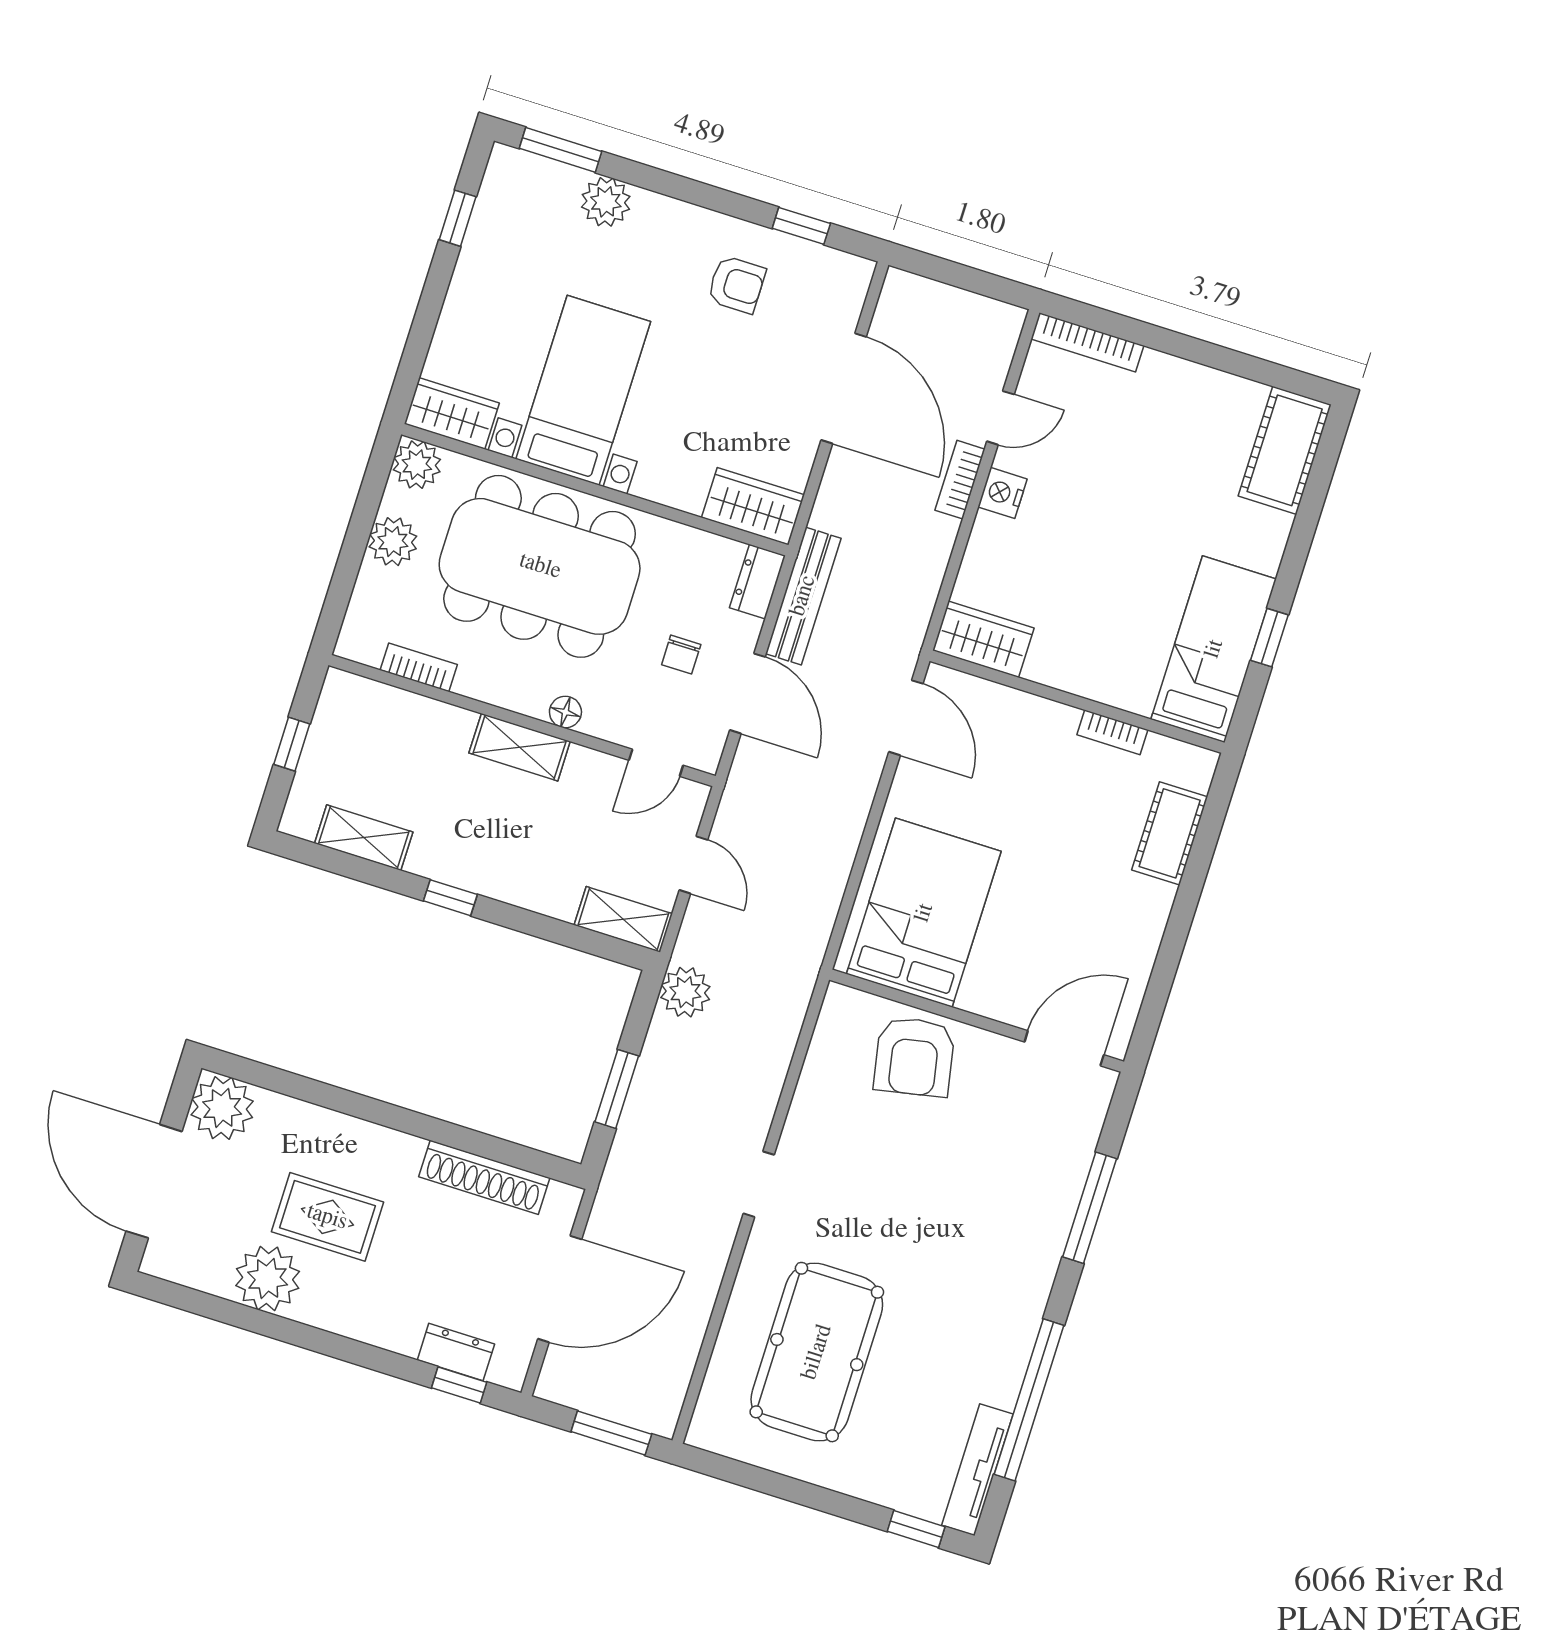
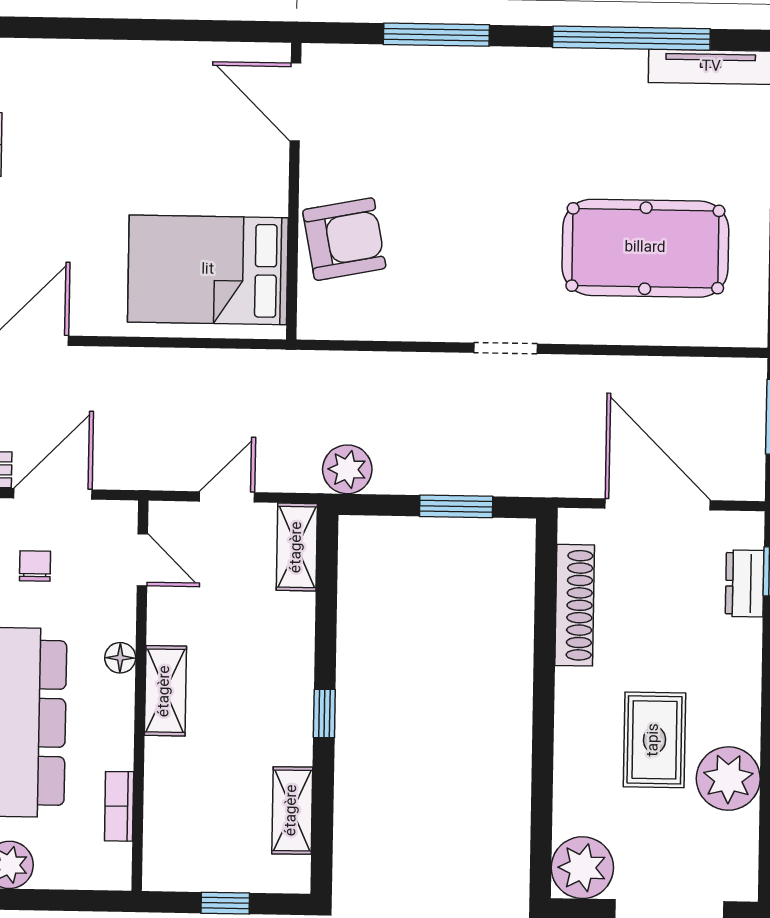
chair: (681, 655) -> (35, 566), turned -90
cot: (1170, 833) -> (67, 63), removed

